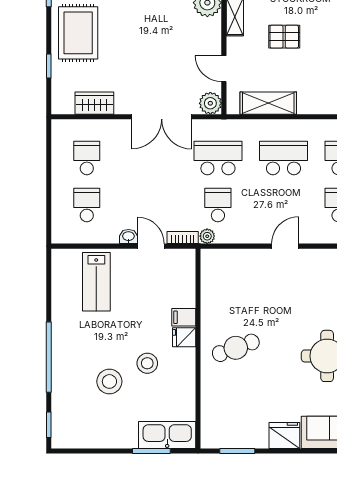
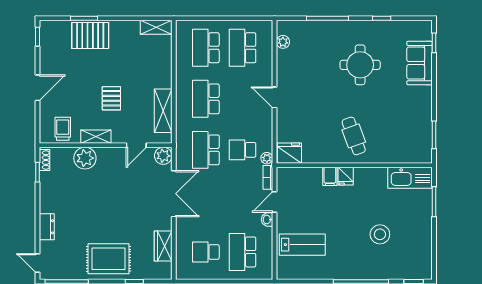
school desk: (87, 205) -> (242, 252), width x1.85
stool: (147, 363) -> (366, 205), removed
kitchen sink: (167, 435) -> (410, 178), moved, turned -90
fridge: (284, 435) -> (289, 153), moved, turned 90

